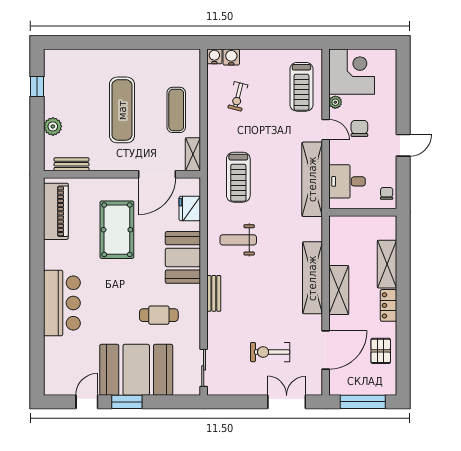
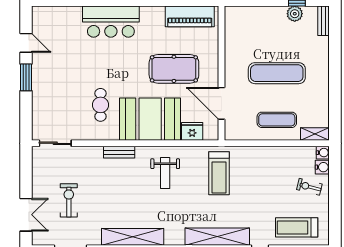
exercise bike: (238, 96) -> (309, 187), moved
plant: (53, 126) -> (295, 14), moved
shelving: (193, 154) -> (315, 134), moved
bench: (72, 164) -> (324, 21), moved
treadmill: (238, 177) -> (219, 173), turned -90
weight bench: (238, 240) -> (165, 173), turned 180
booth: (183, 257) -> (150, 119), width x1.36, depth x1.42
booth: (136, 370) -> (54, 85), removed

